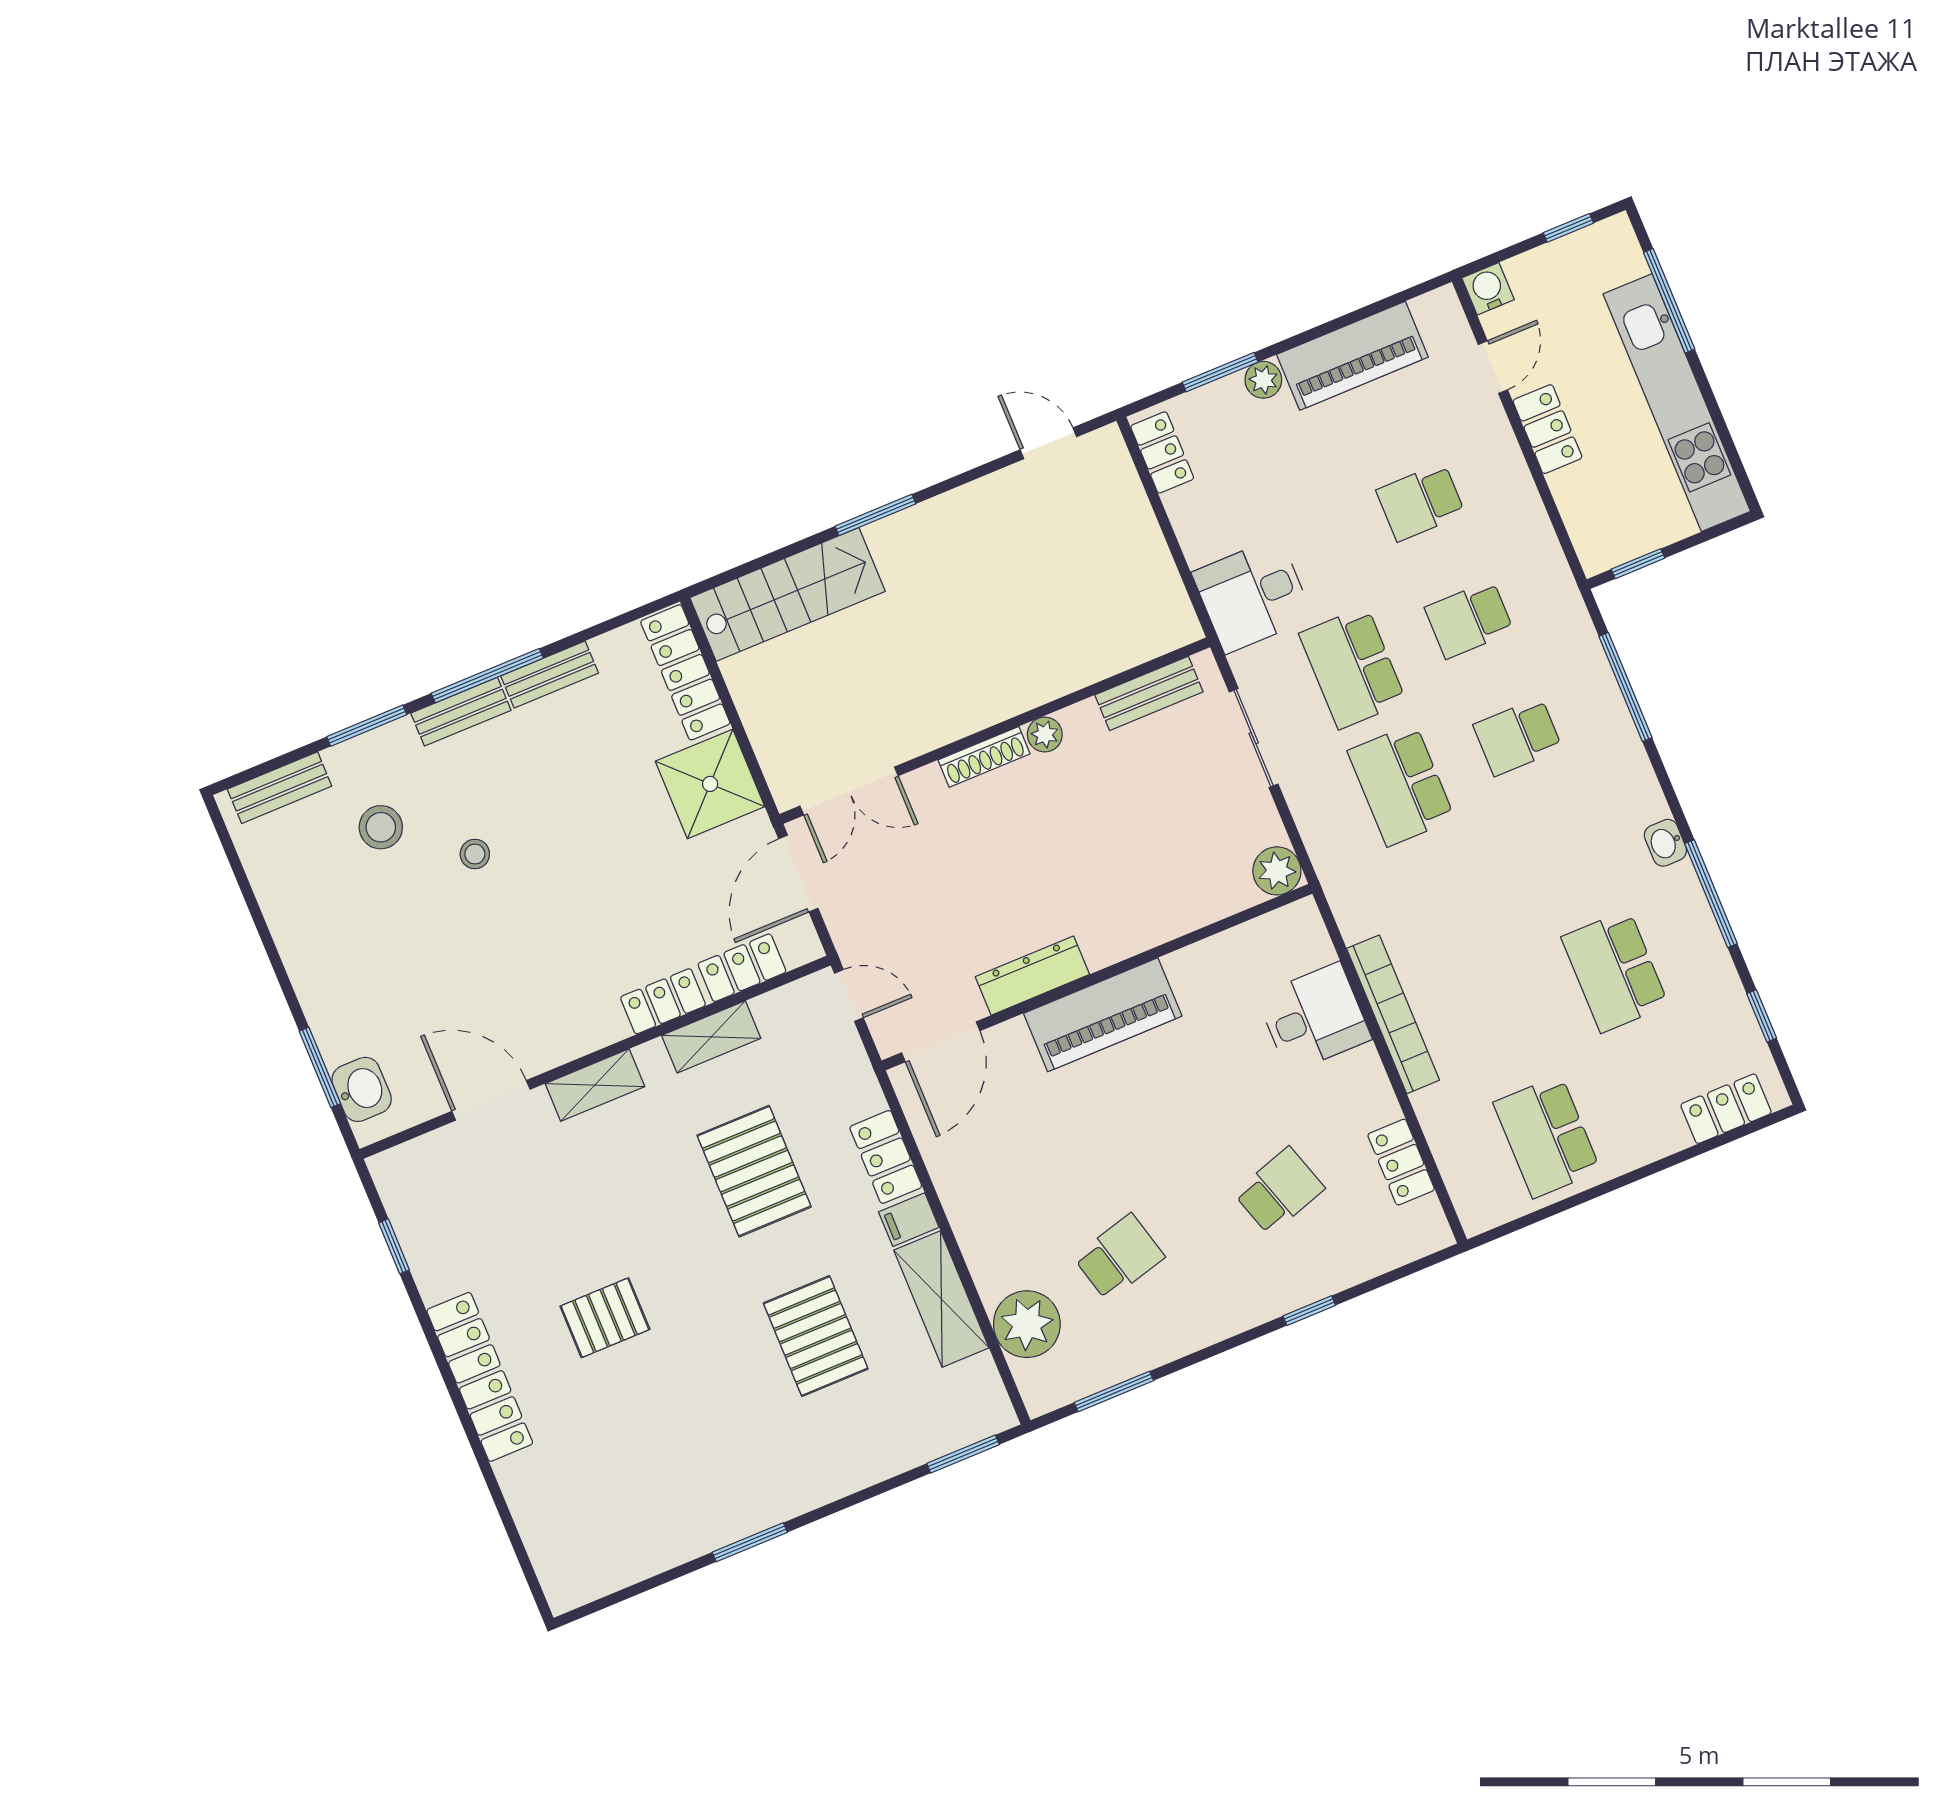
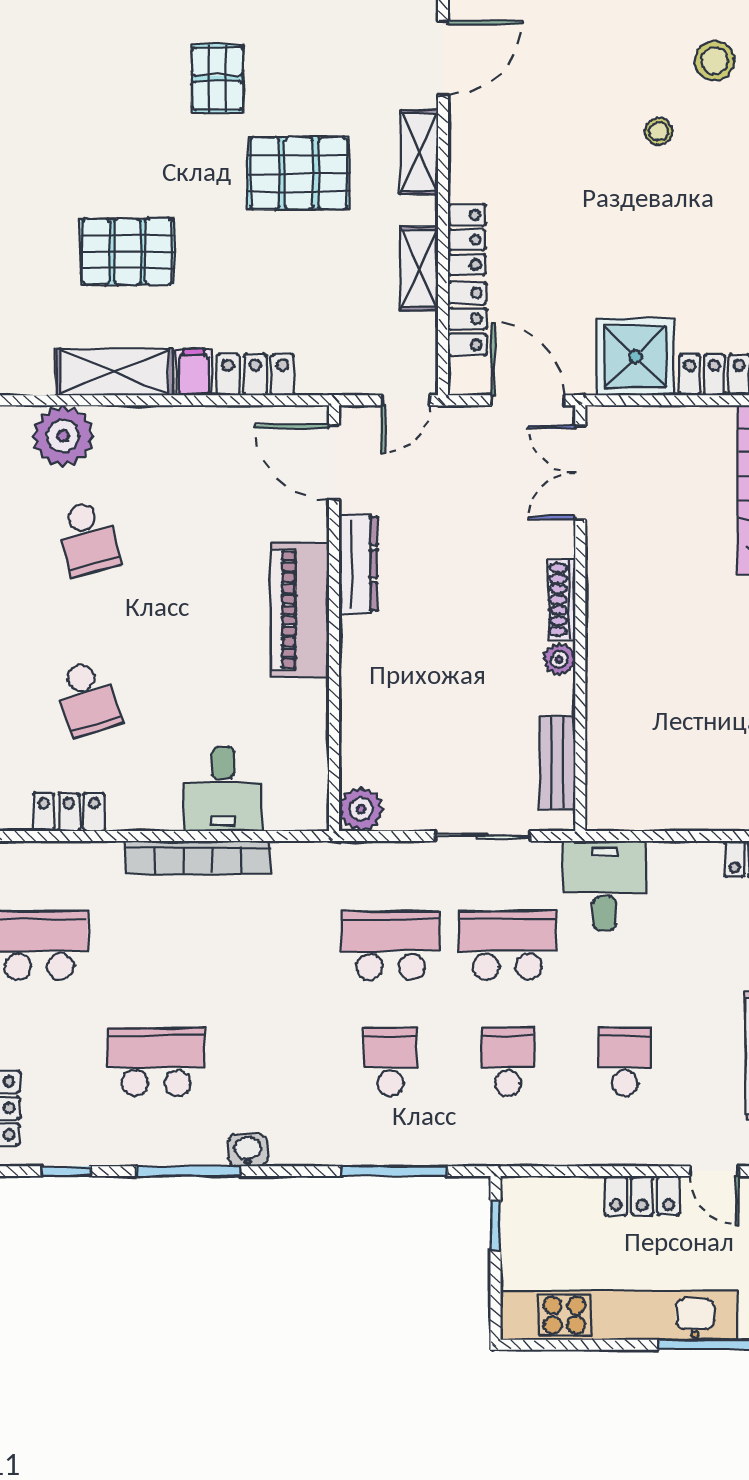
pallet: (754, 1171) -> (299, 173), moved

